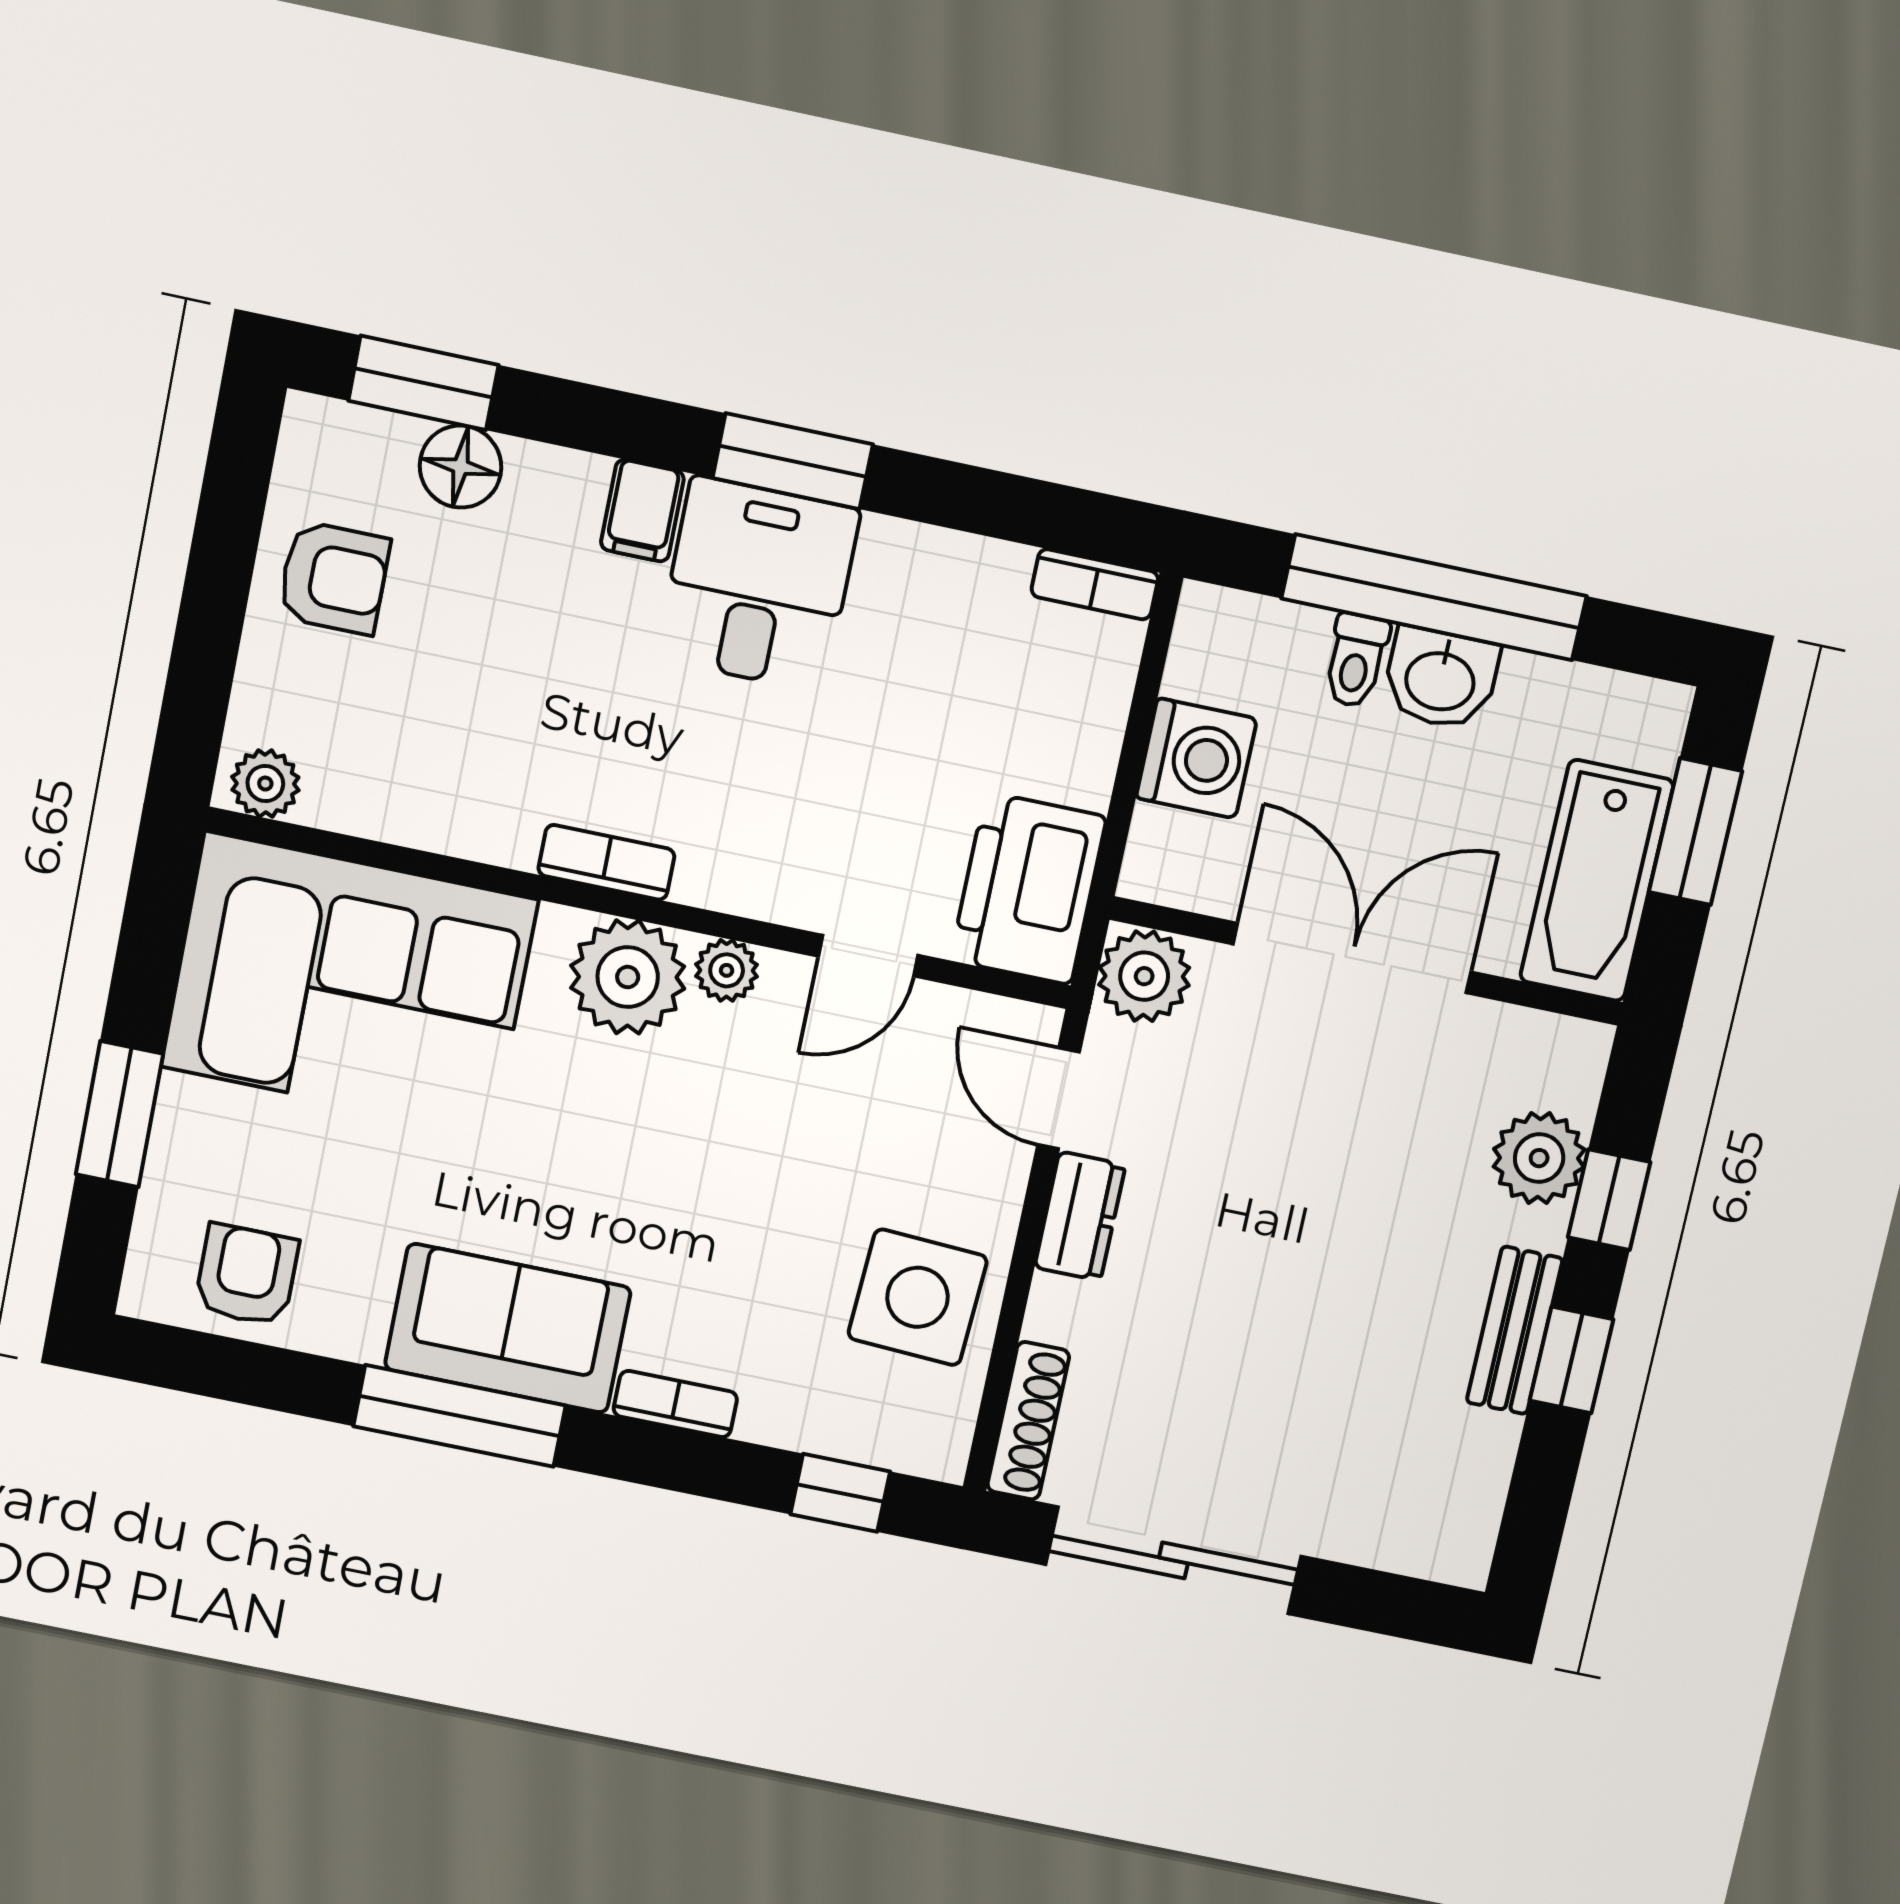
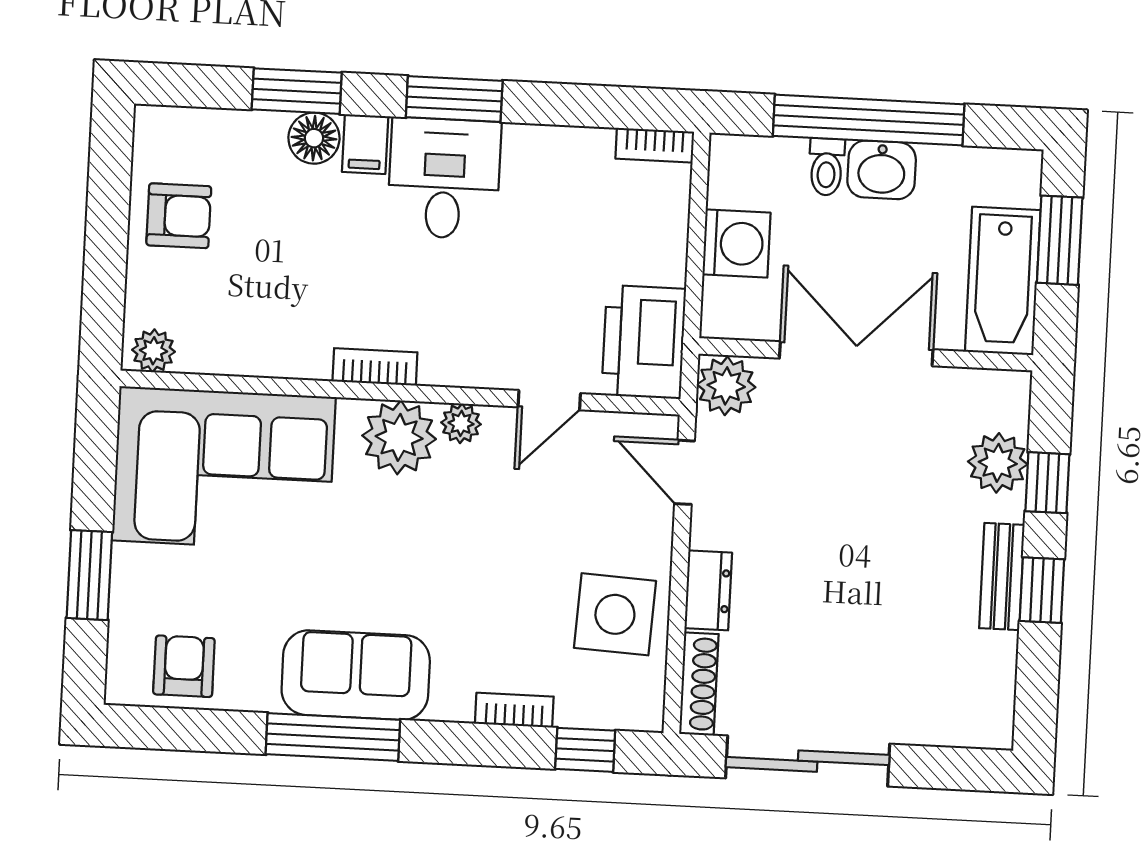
window: (423, 383) -> (297, 91), moved
floor lamp: (461, 467) -> (314, 138), moved
dresser: (1080, 1216) -> (708, 590), moved
bookcase: (675, 1404) -> (514, 710), moved

